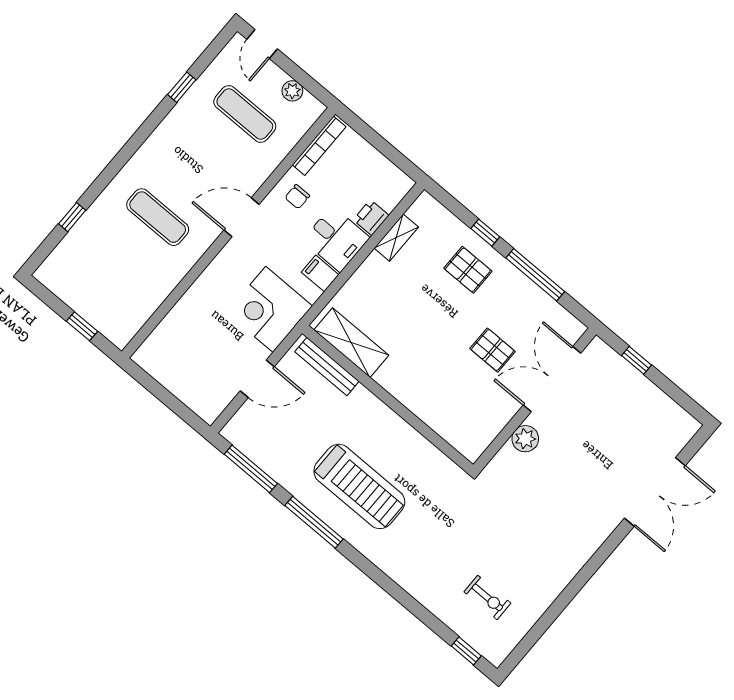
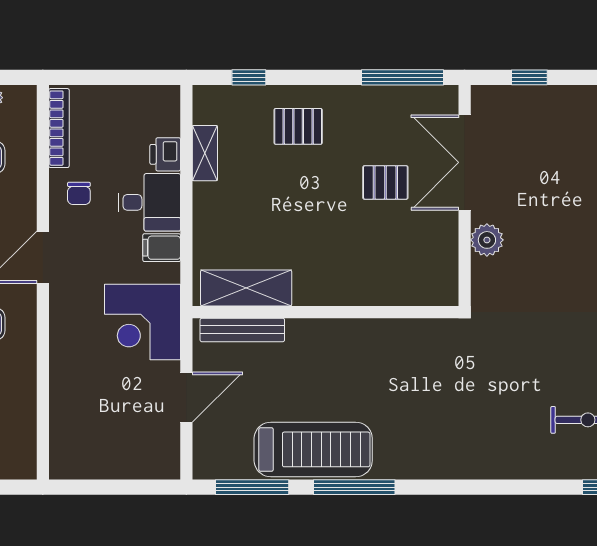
window: (485, 233) -> (249, 77), moved
window: (535, 275) -> (402, 77), moved
treadmill: (359, 486) -> (313, 449), moved

